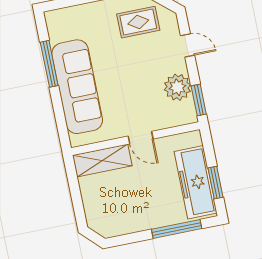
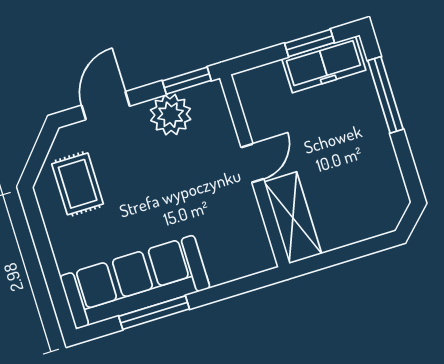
door: (188, 45) -> (106, 106), width x1.38
sofa: (77, 87) -> (135, 282), moved
freezer: (196, 182) -> (324, 64), width x0.73, depth x0.79

